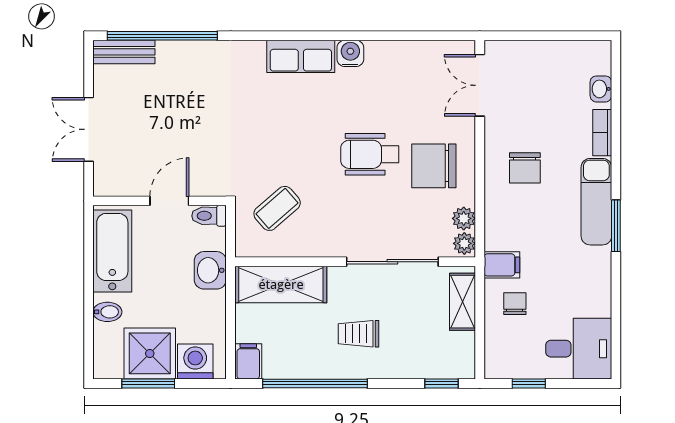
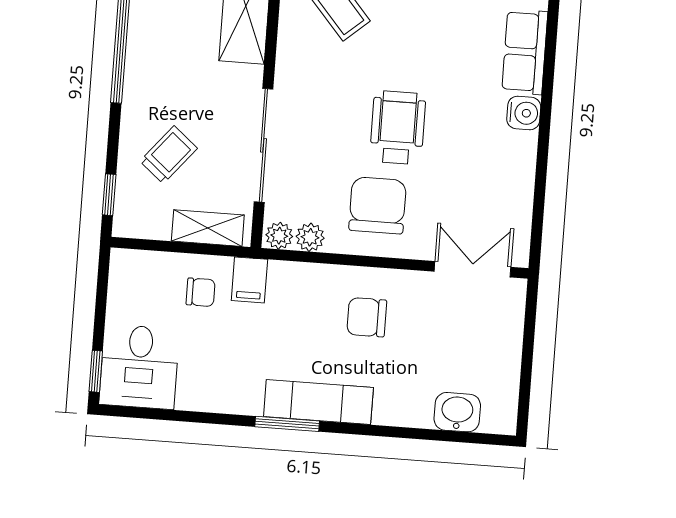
washbasin: (601, 89) -> (457, 412), width x1.38, depth x1.45
bookcase: (602, 133) -> (403, 416), removed
trolley: (358, 334) -> (169, 155), moved, turned 40
window: (529, 383) -> (96, 371), moved

